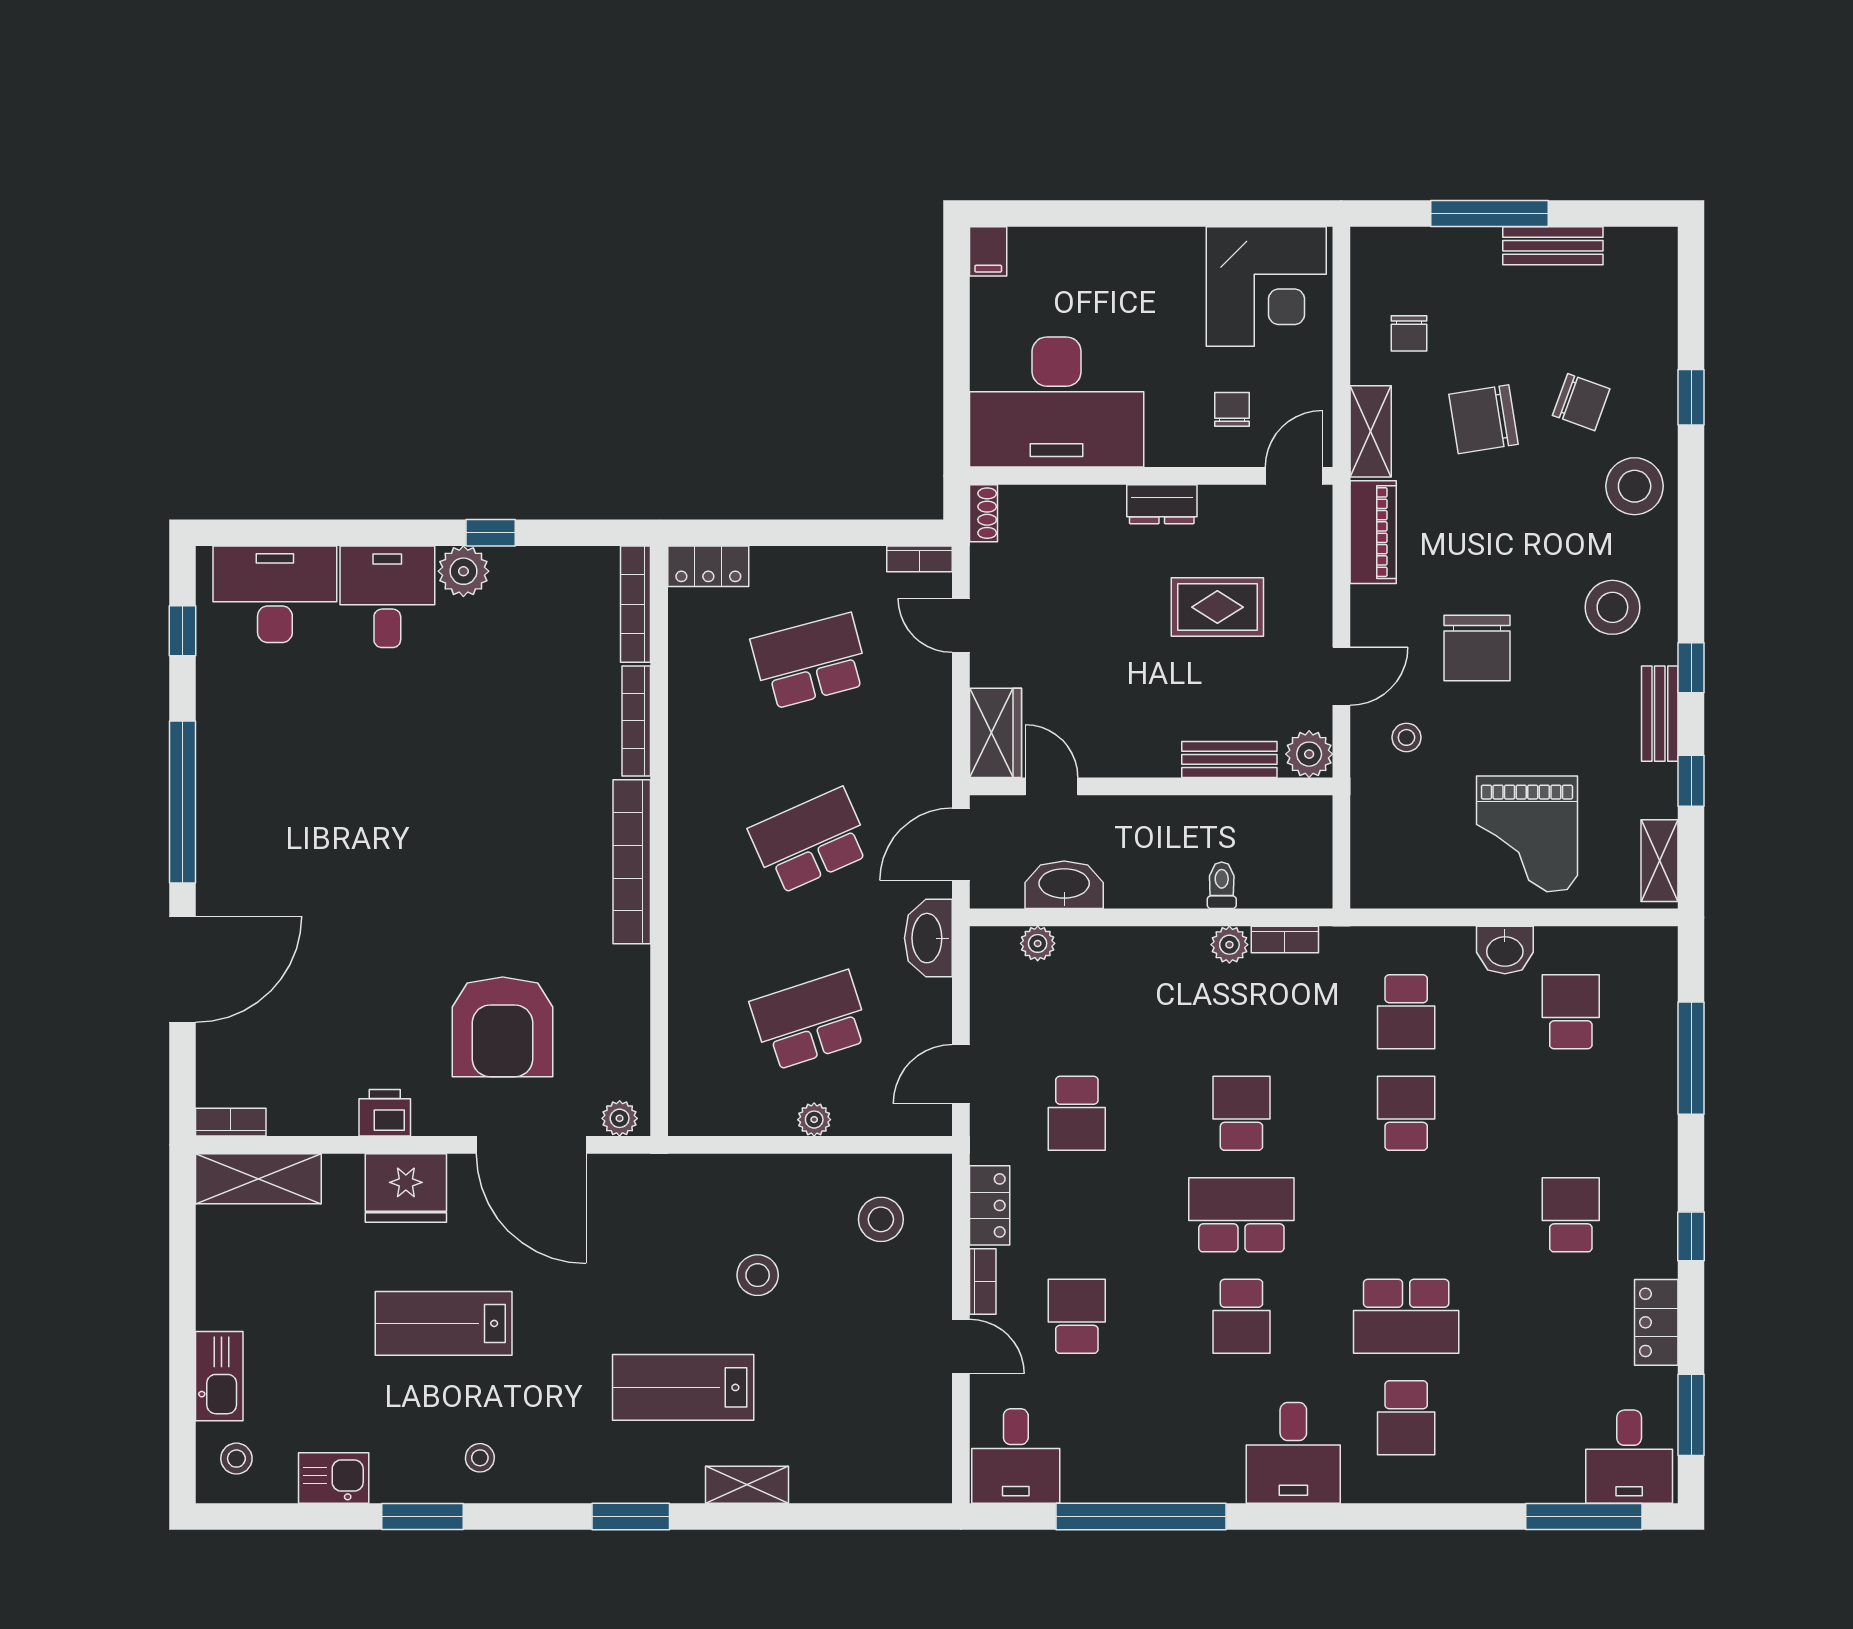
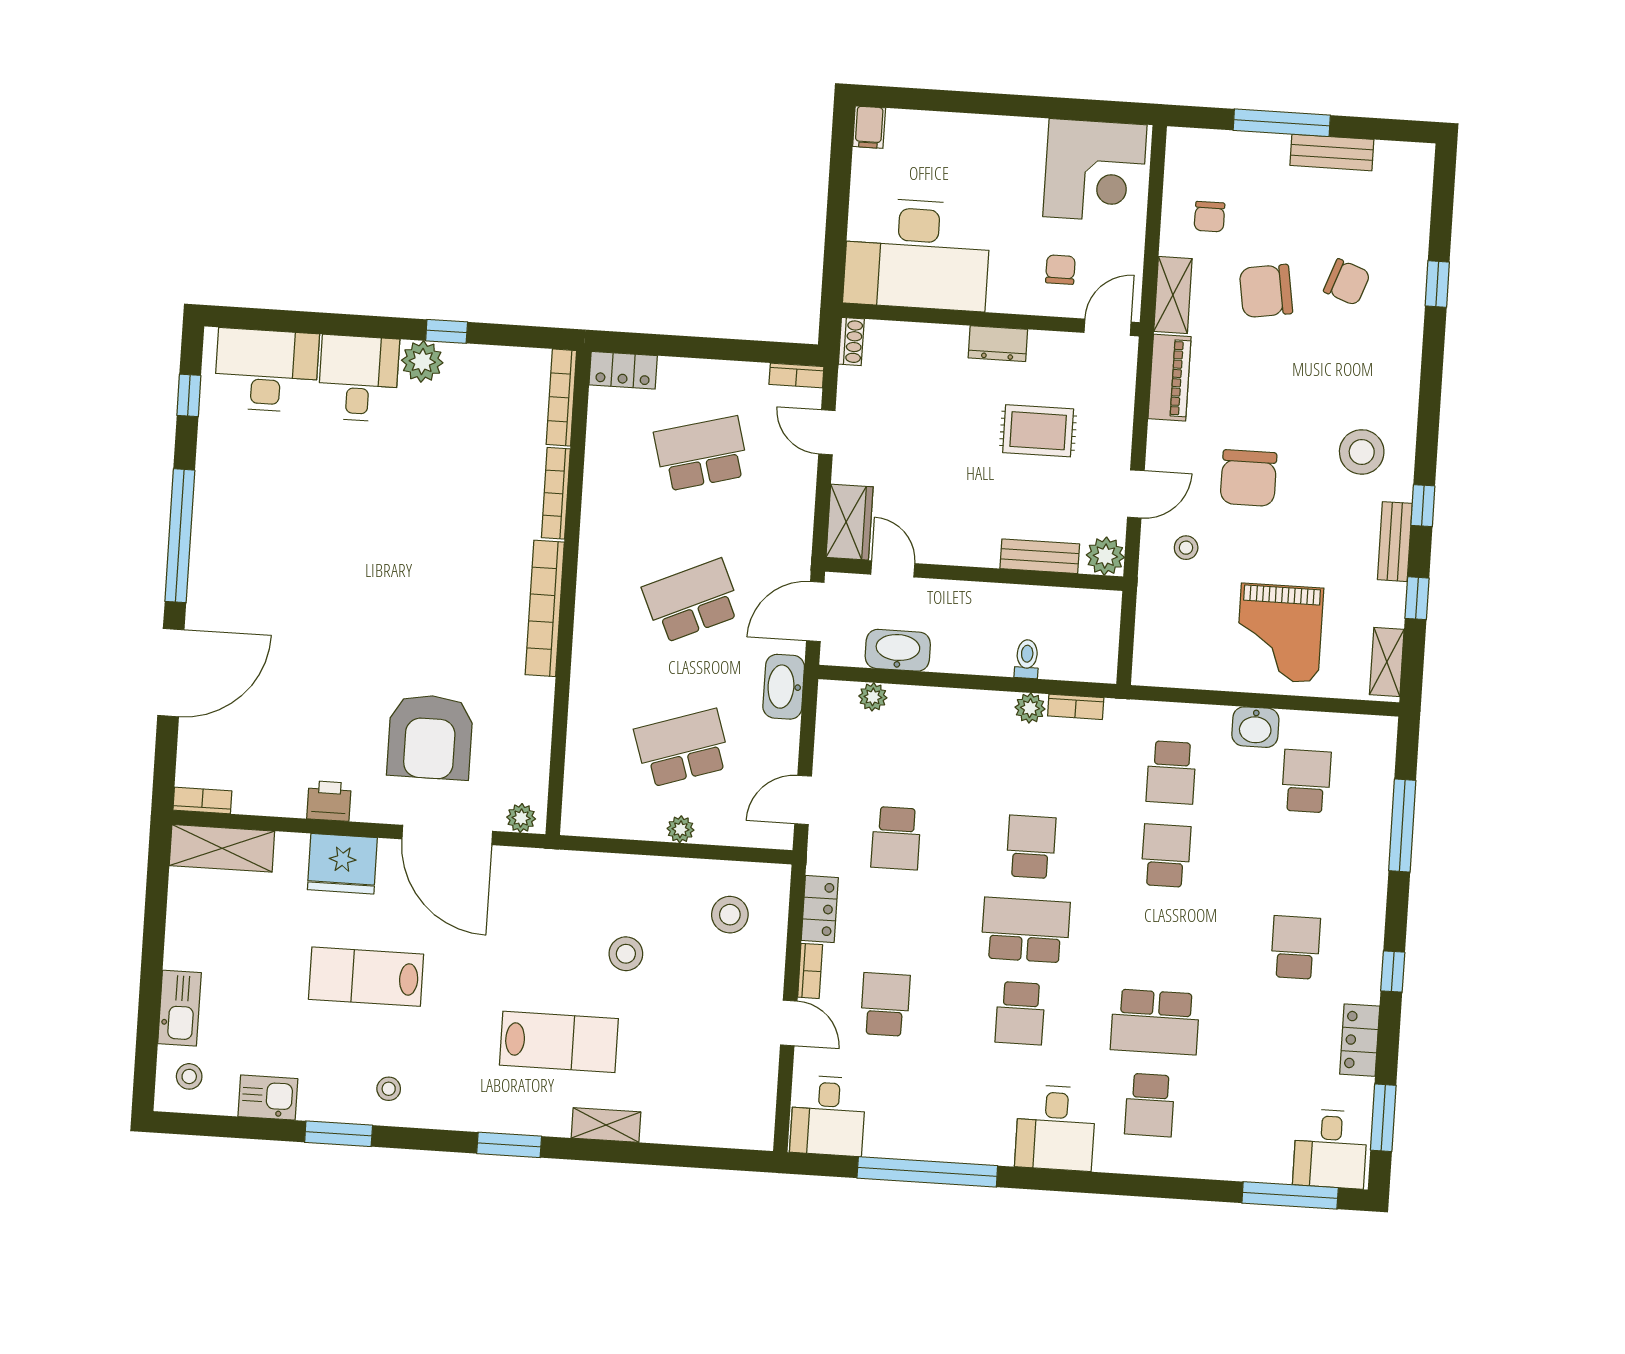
stool: (1635, 486) -> (1386, 354), removed
lab bench: (683, 1387) -> (559, 1042), turned 180

